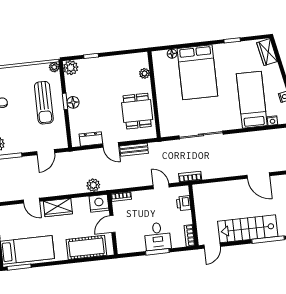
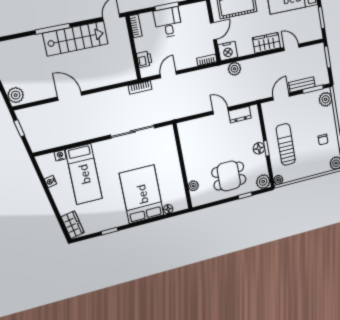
dining table: (137, 111) -> (229, 176), moved, turned 90
bench: (134, 150) -> (302, 85), moved
door: (161, 186) -> (168, 74), swing flipped

